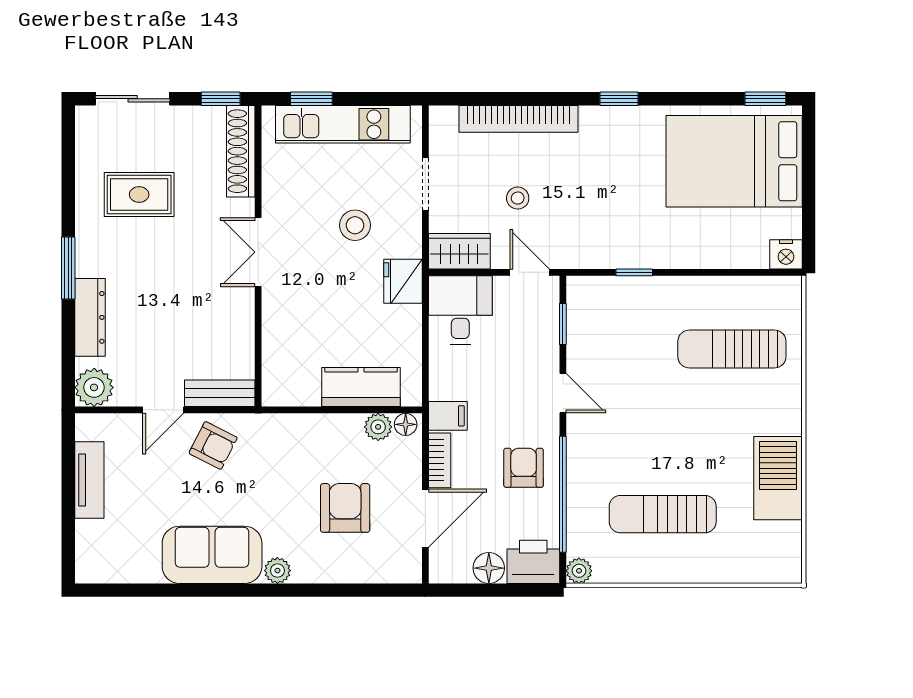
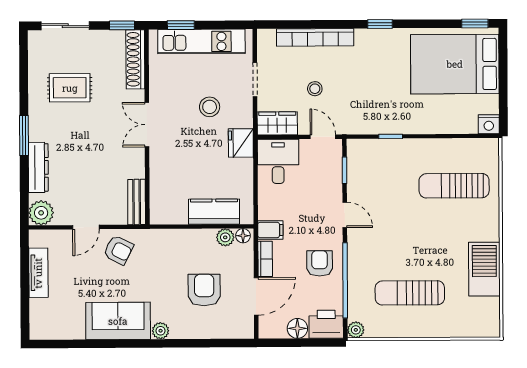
bench: (220, 393) -> (137, 202), moved, turned 90

